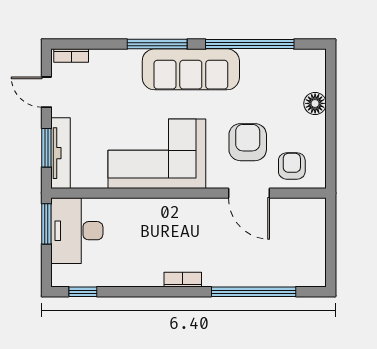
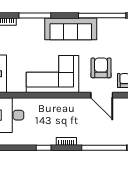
window: (157, 44) -> (35, 16), moved
window: (83, 292) -> (44, 148), moved

